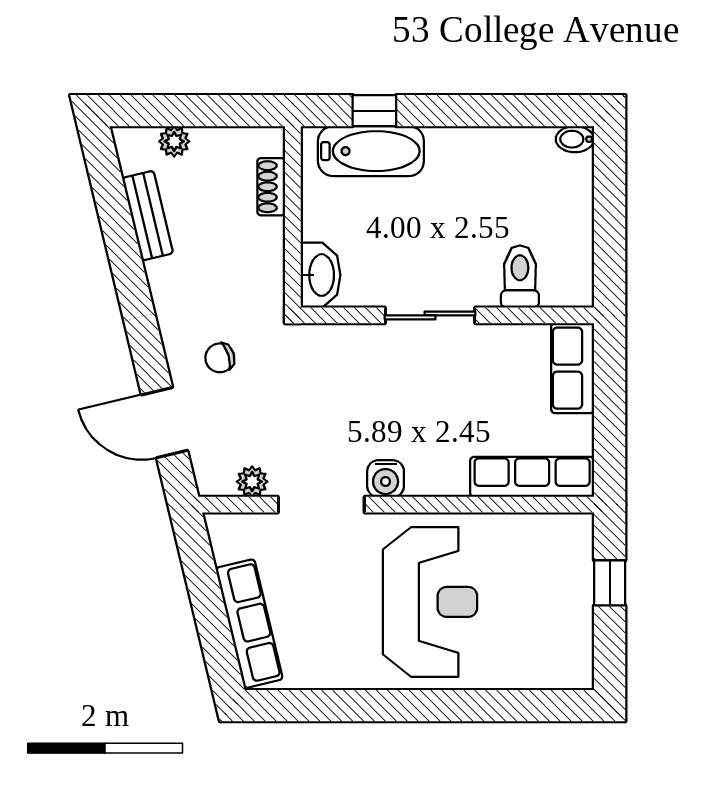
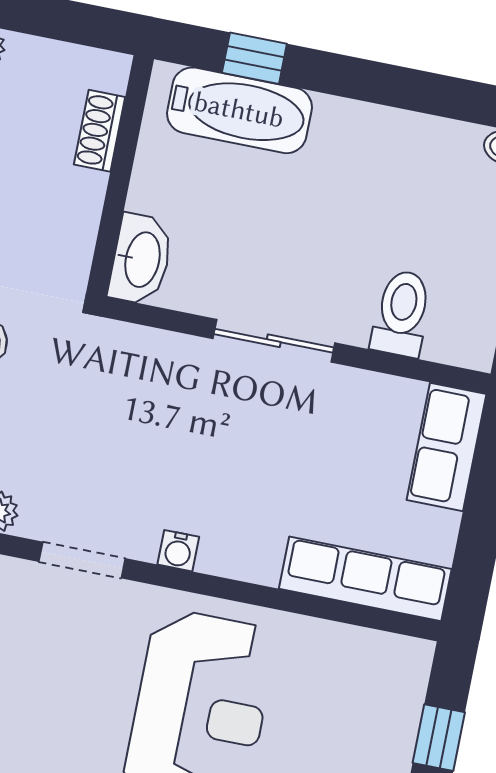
water cooler: (386, 479) -> (178, 551), width x0.72, depth x0.72
doorway: (321, 505) -> (82, 560), width x0.73

